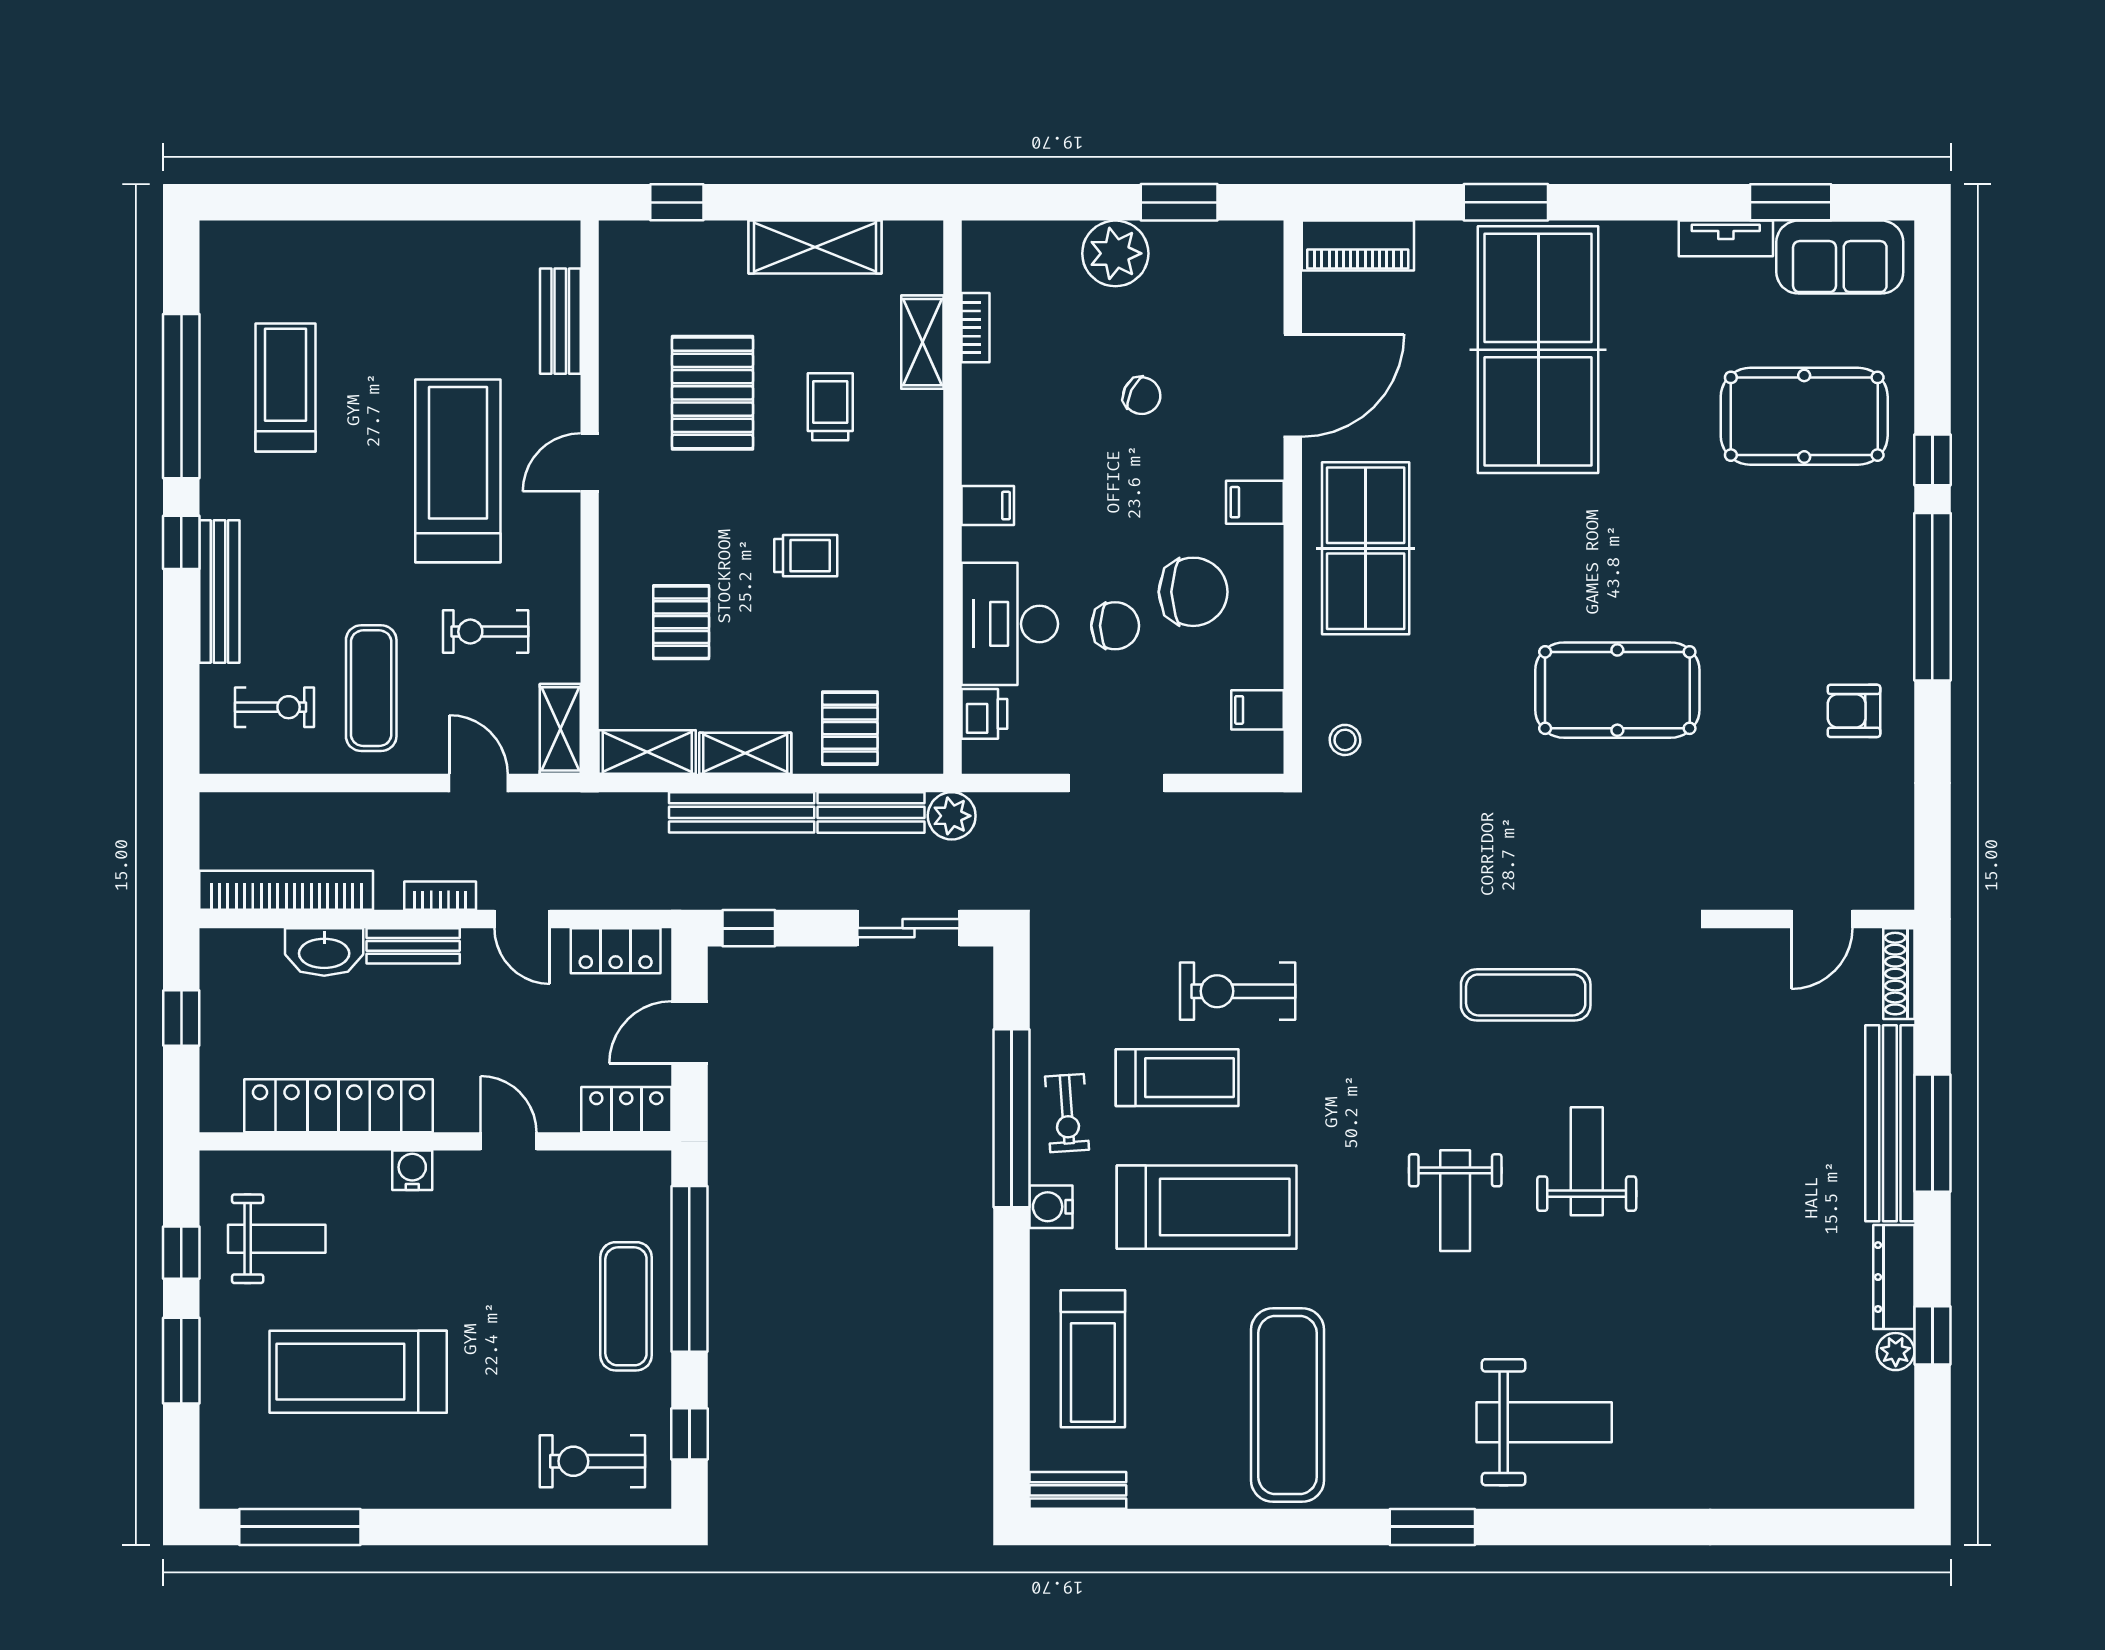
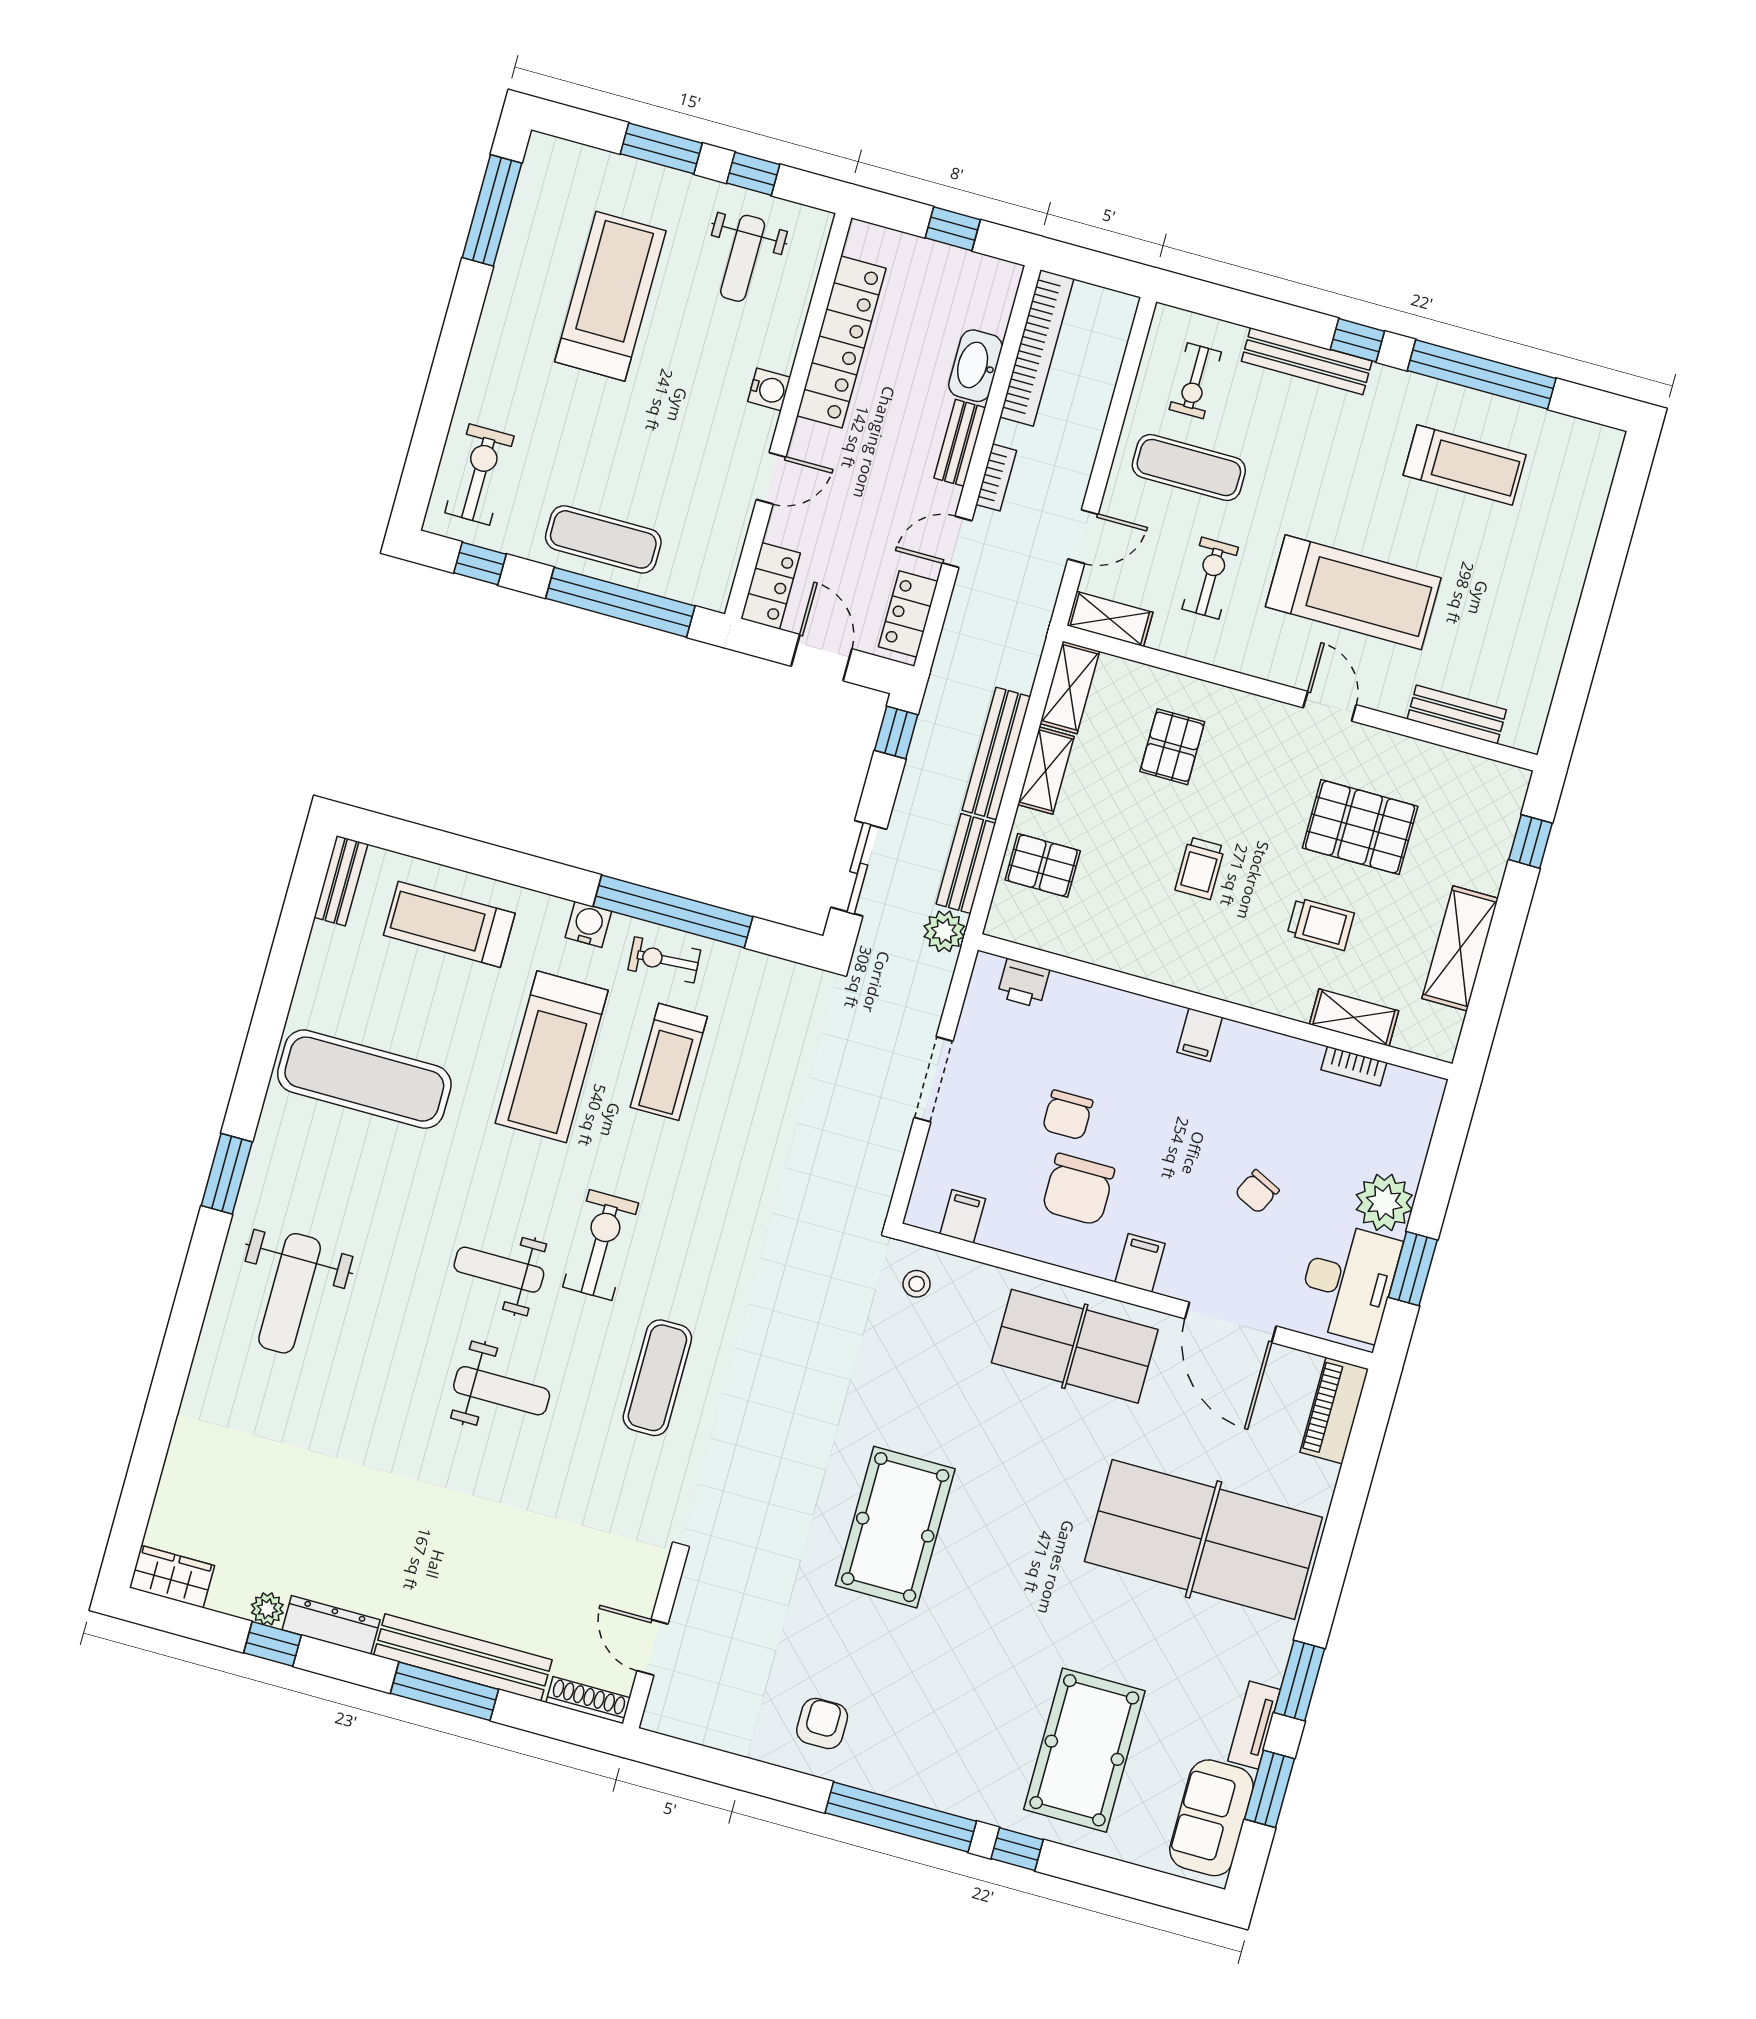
window: (1506, 202) -> (1299, 1681), moved
pallet: (681, 622) -> (1172, 747), turned 90
desk: (1010, 624) -> (1349, 1282), moved, turned 90
exercise bike: (1238, 991) -> (601, 1245), moved
wardrobe: (1889, 1465) -> (172, 1577), added

